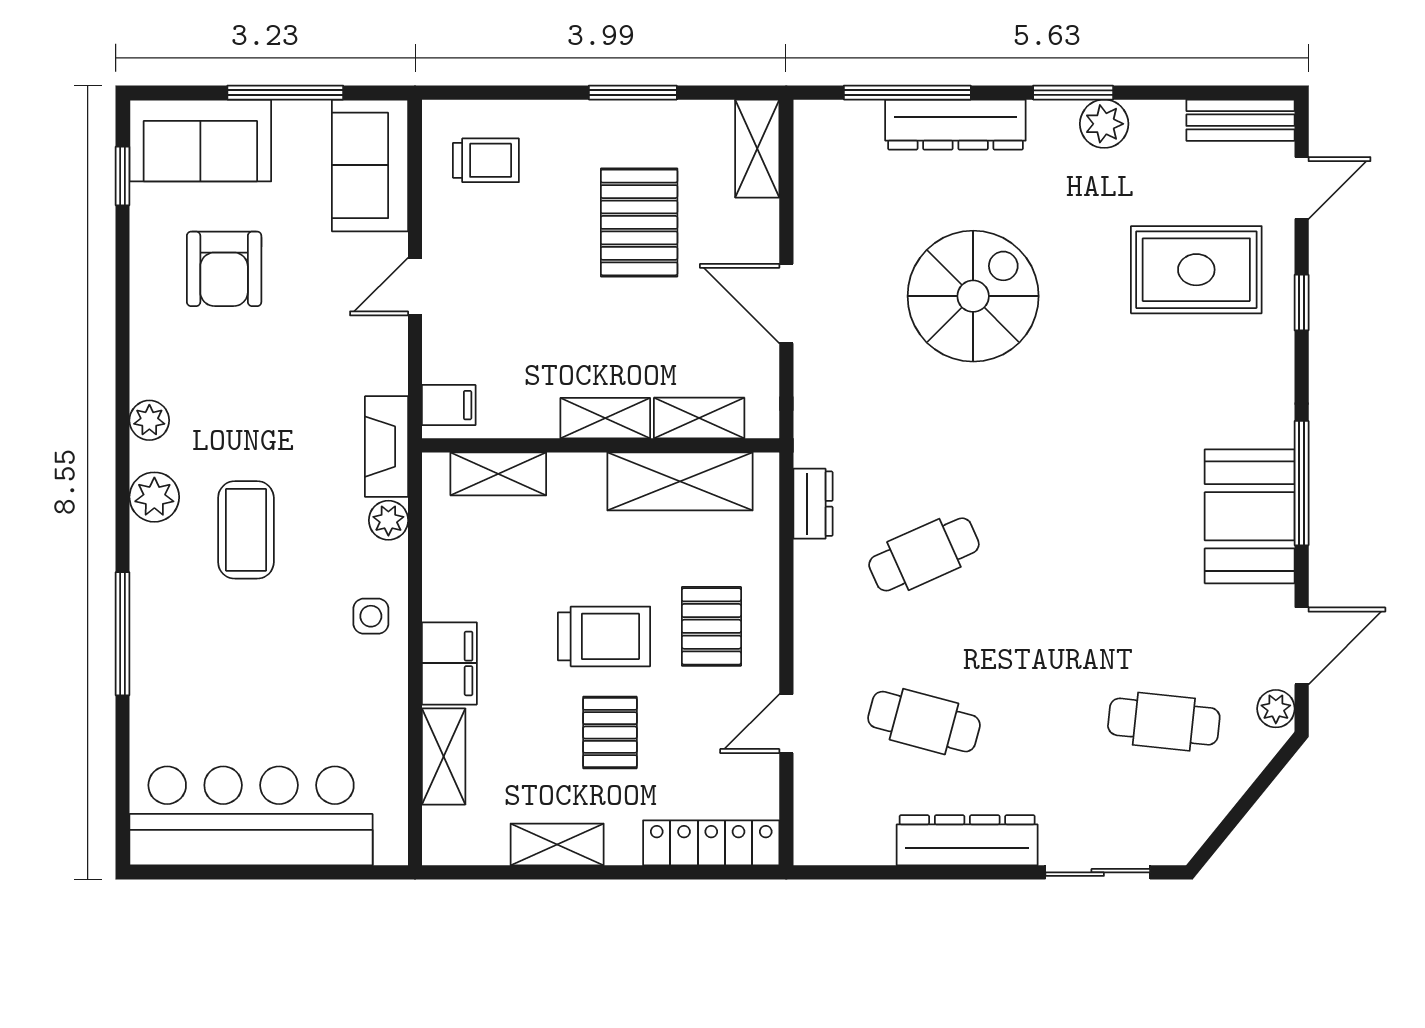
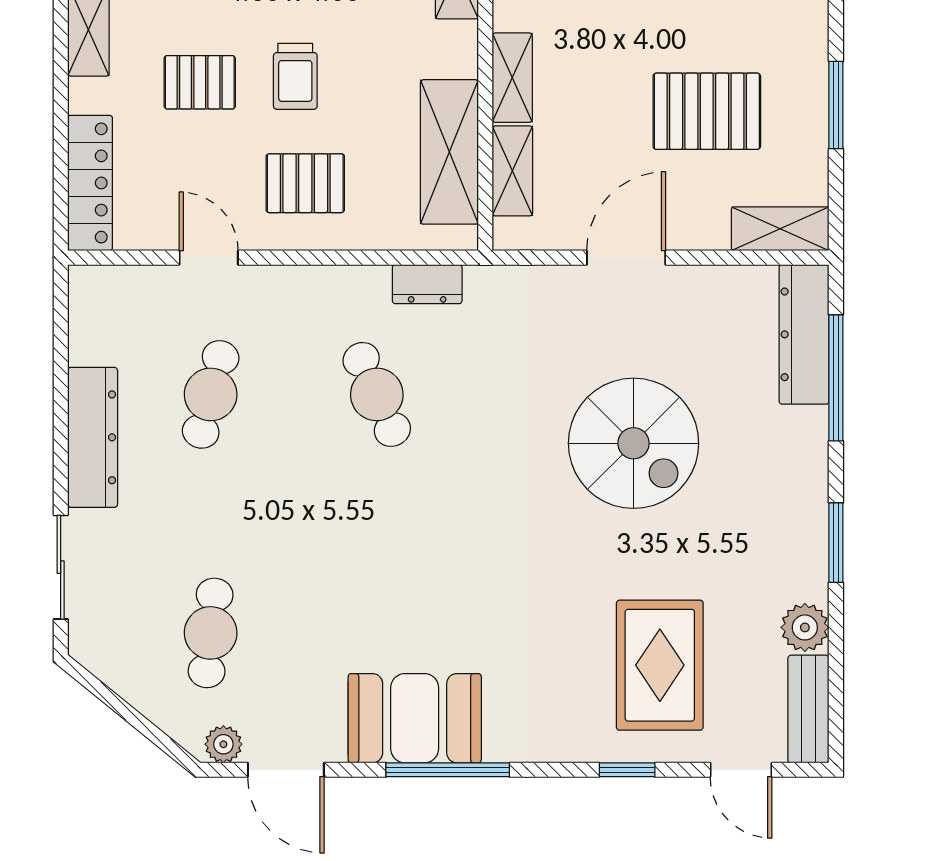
plant: (1104, 124) -> (805, 627), moved
dresser: (955, 125) -> (804, 334), moved
trolley: (604, 636) -> (295, 76), width x0.73, depth x0.72

